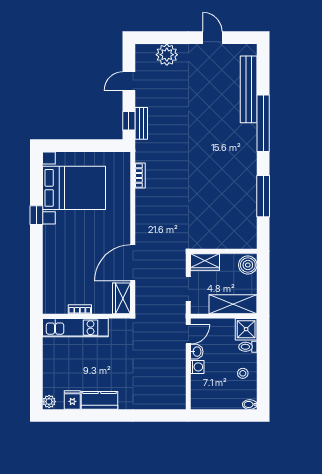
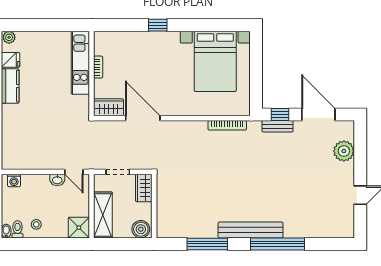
door: (129, 81) -> (318, 114), width x1.87
bench: (249, 89) -> (251, 230), moved
bookcase: (140, 176) -> (227, 125), width x1.56
window: (36, 215) -> (158, 25), moved
toilet: (248, 347) -> (17, 229), moved
washing machine: (197, 367) -> (14, 180), moved

